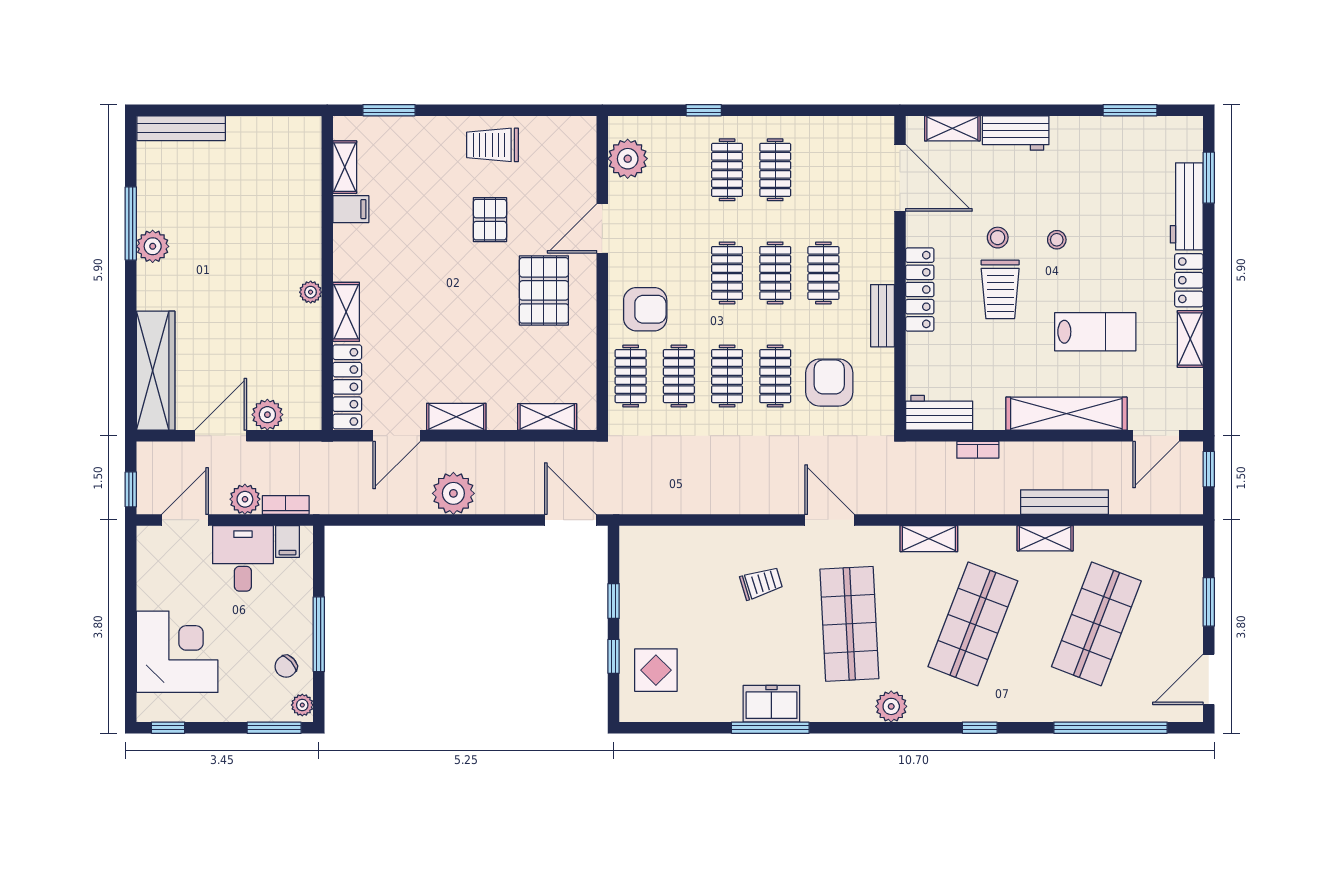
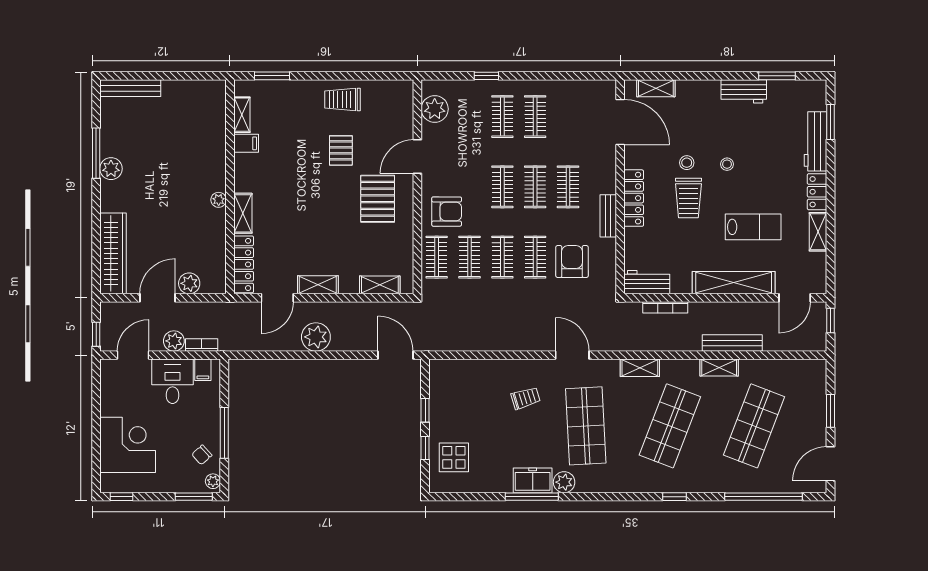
workbench: (1016, 133) -> (744, 91), moved
bookcase: (978, 450) -> (665, 307), width x1.56
plant: (891, 706) -> (564, 482), moved

